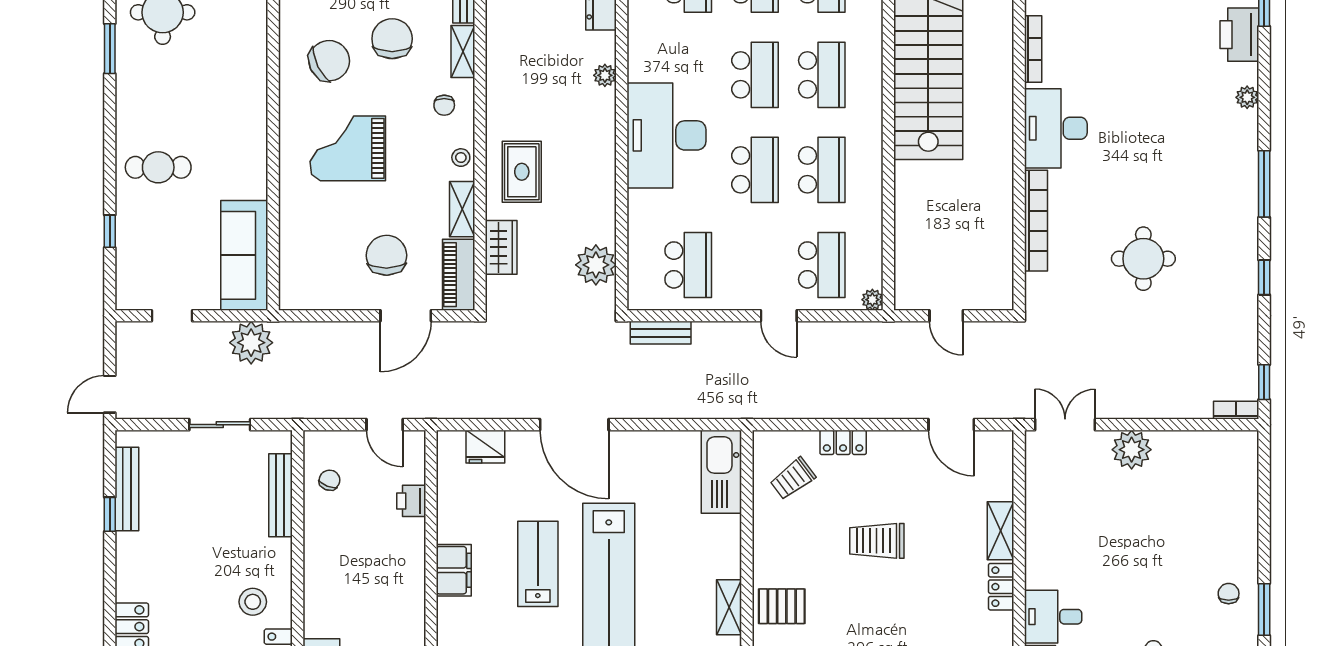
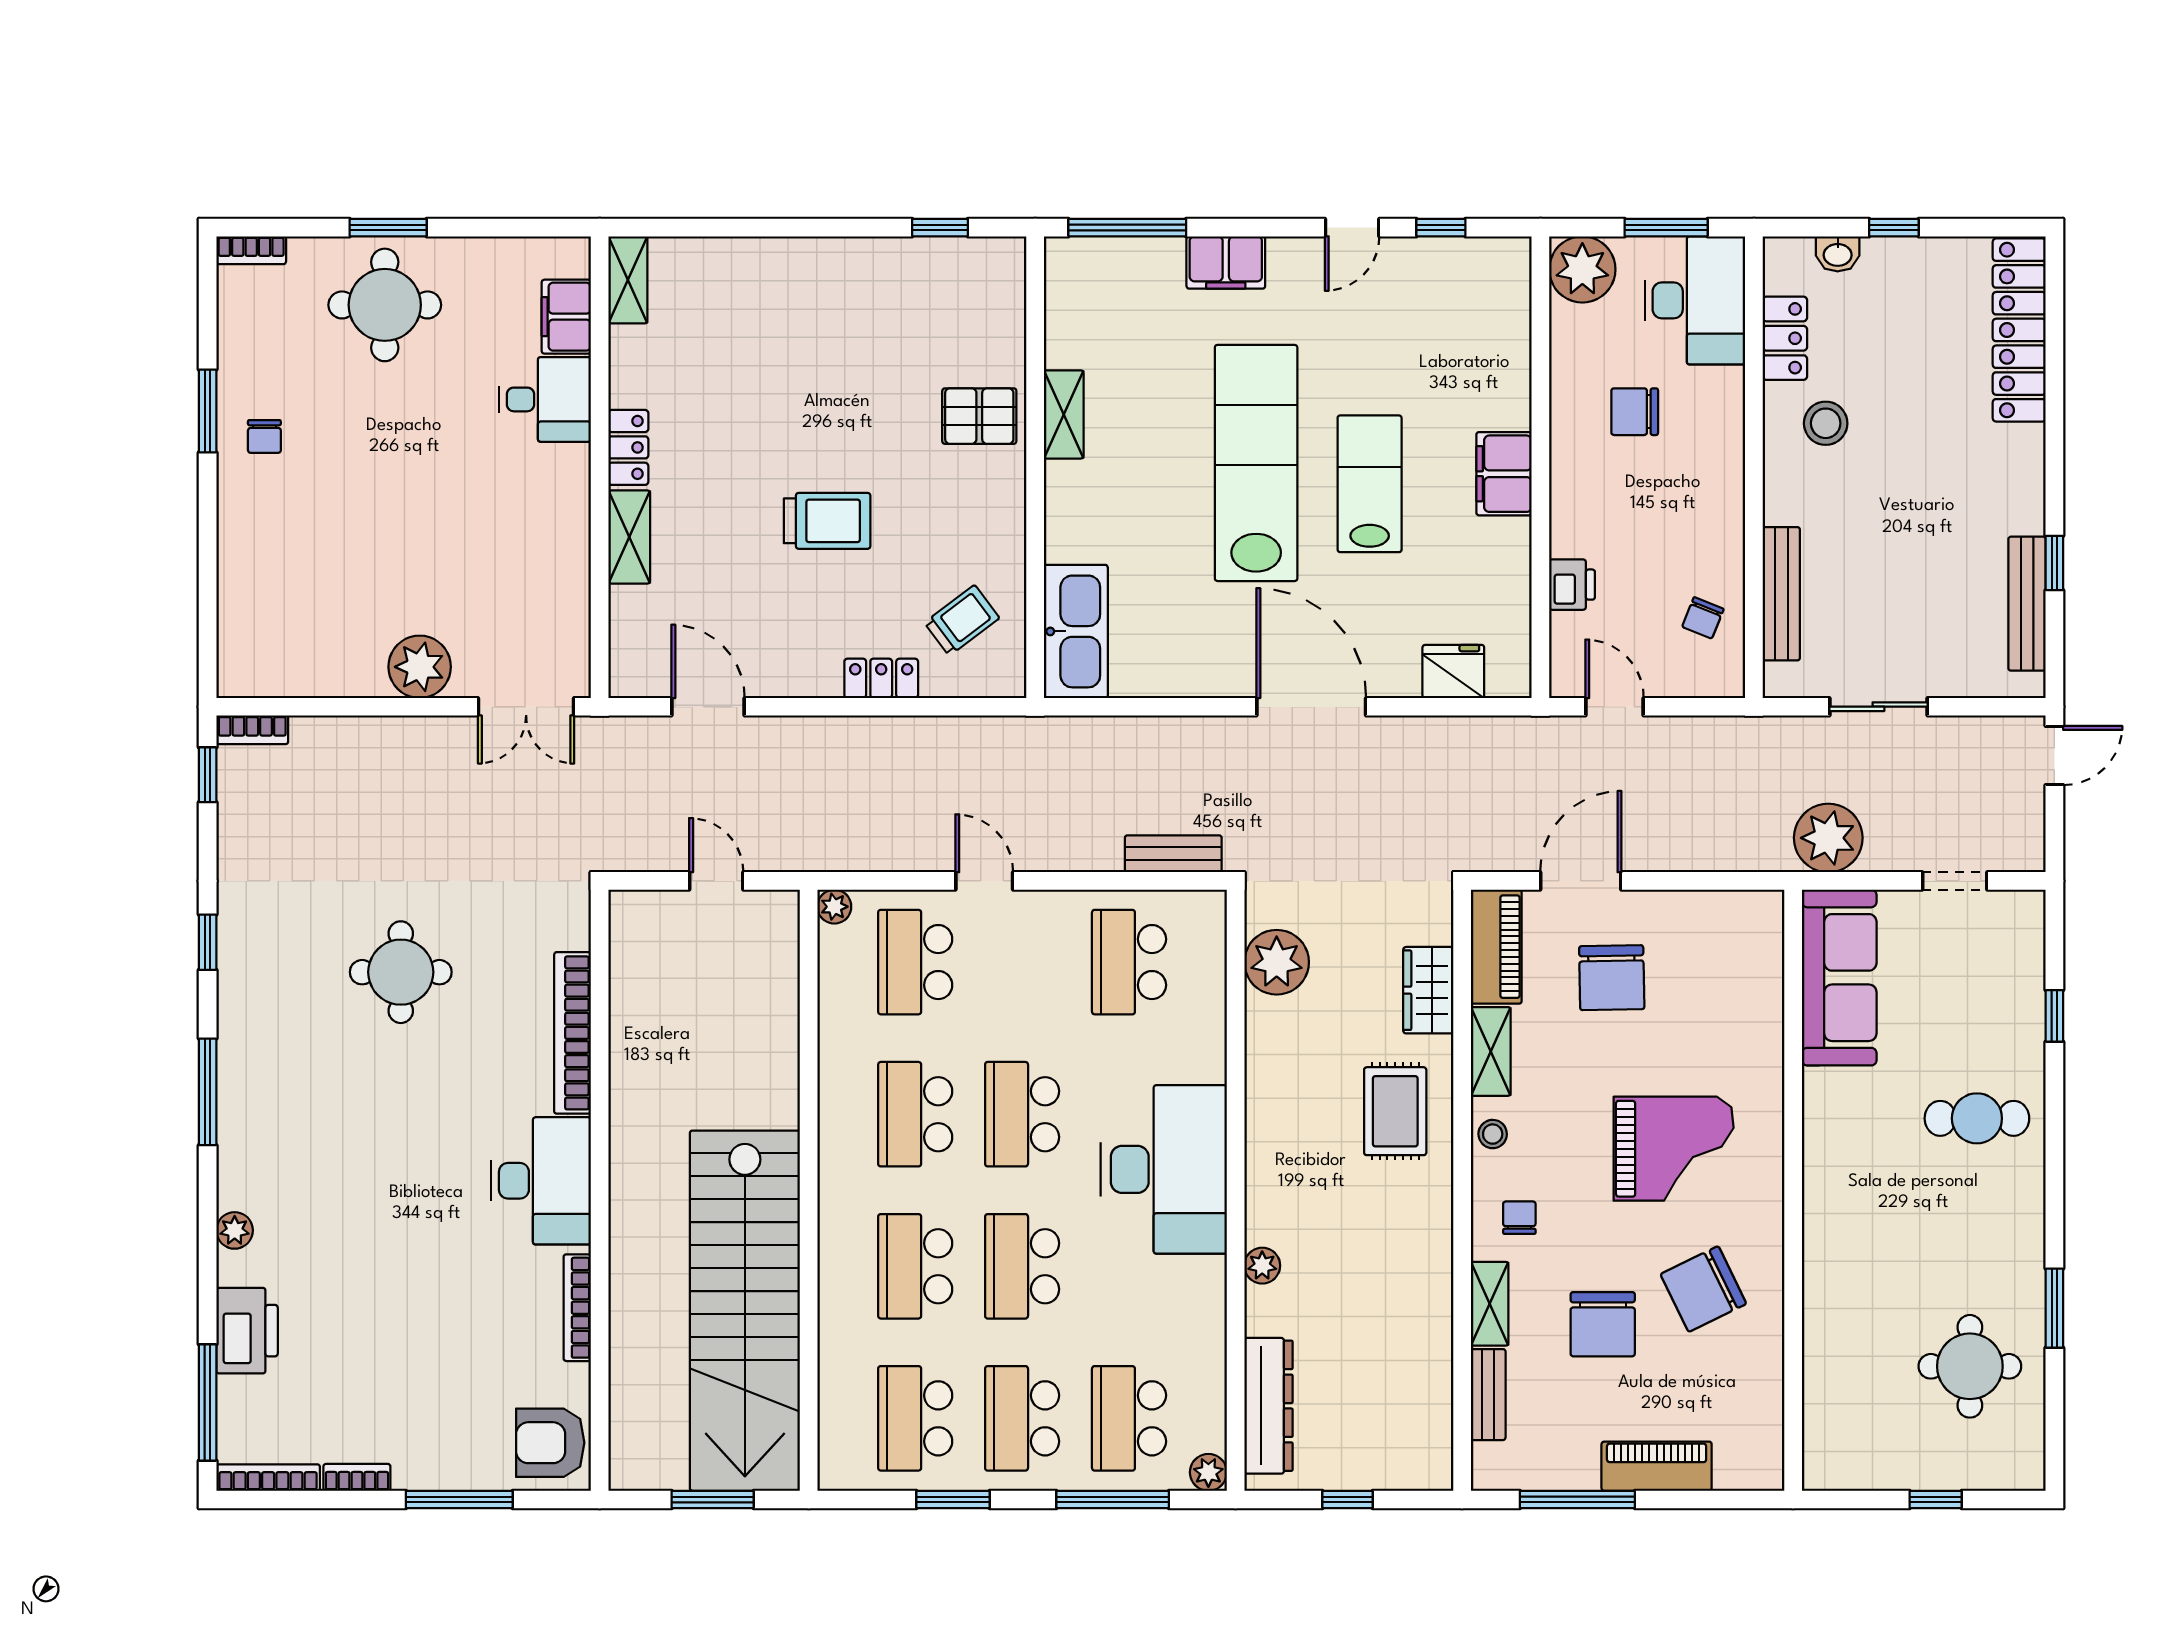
lab bench: (538, 564) -> (1370, 484), turned 180
chair: (372, 609) -> (1635, 412), added

